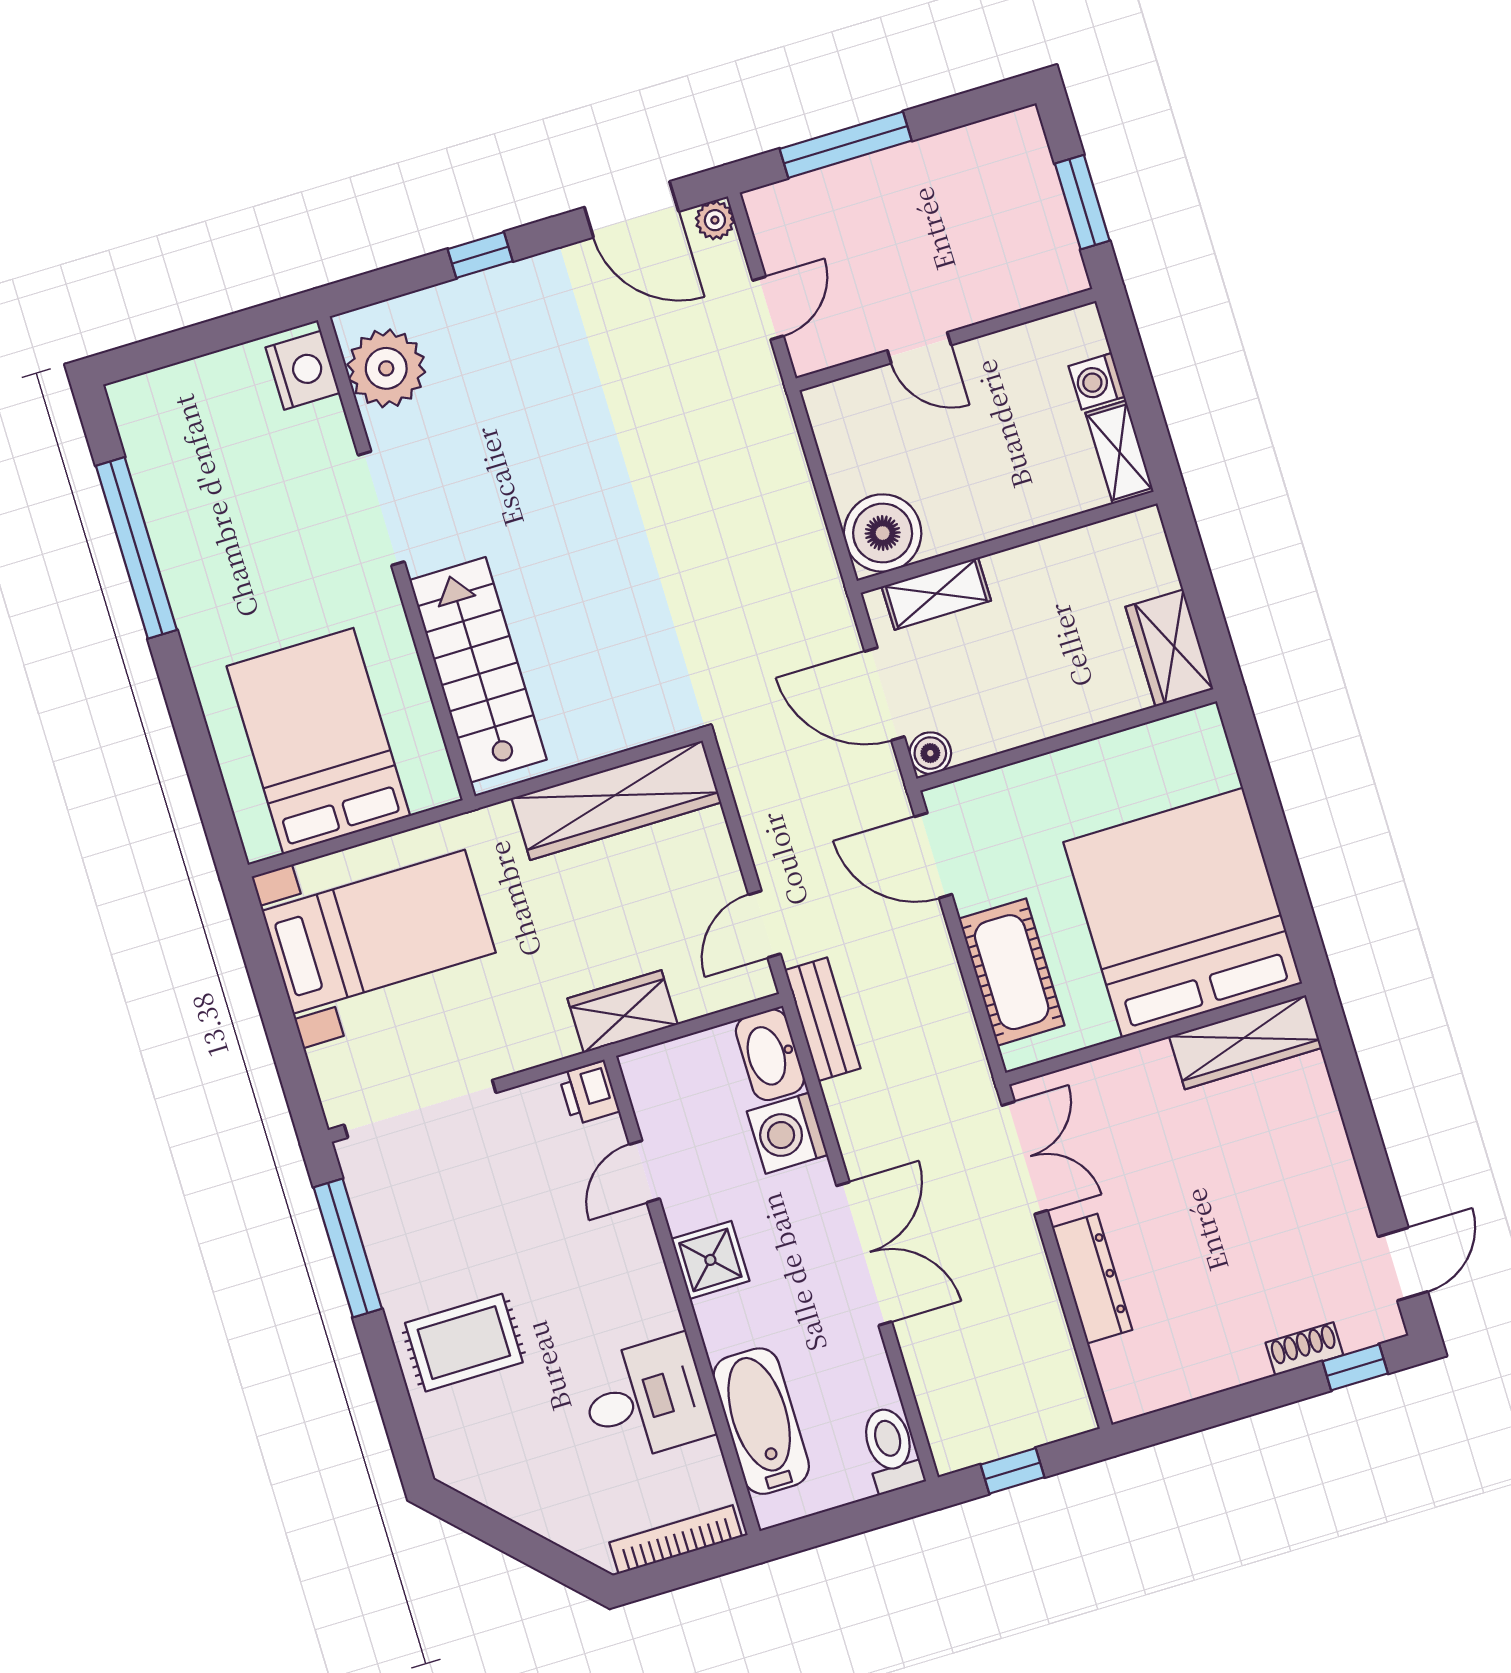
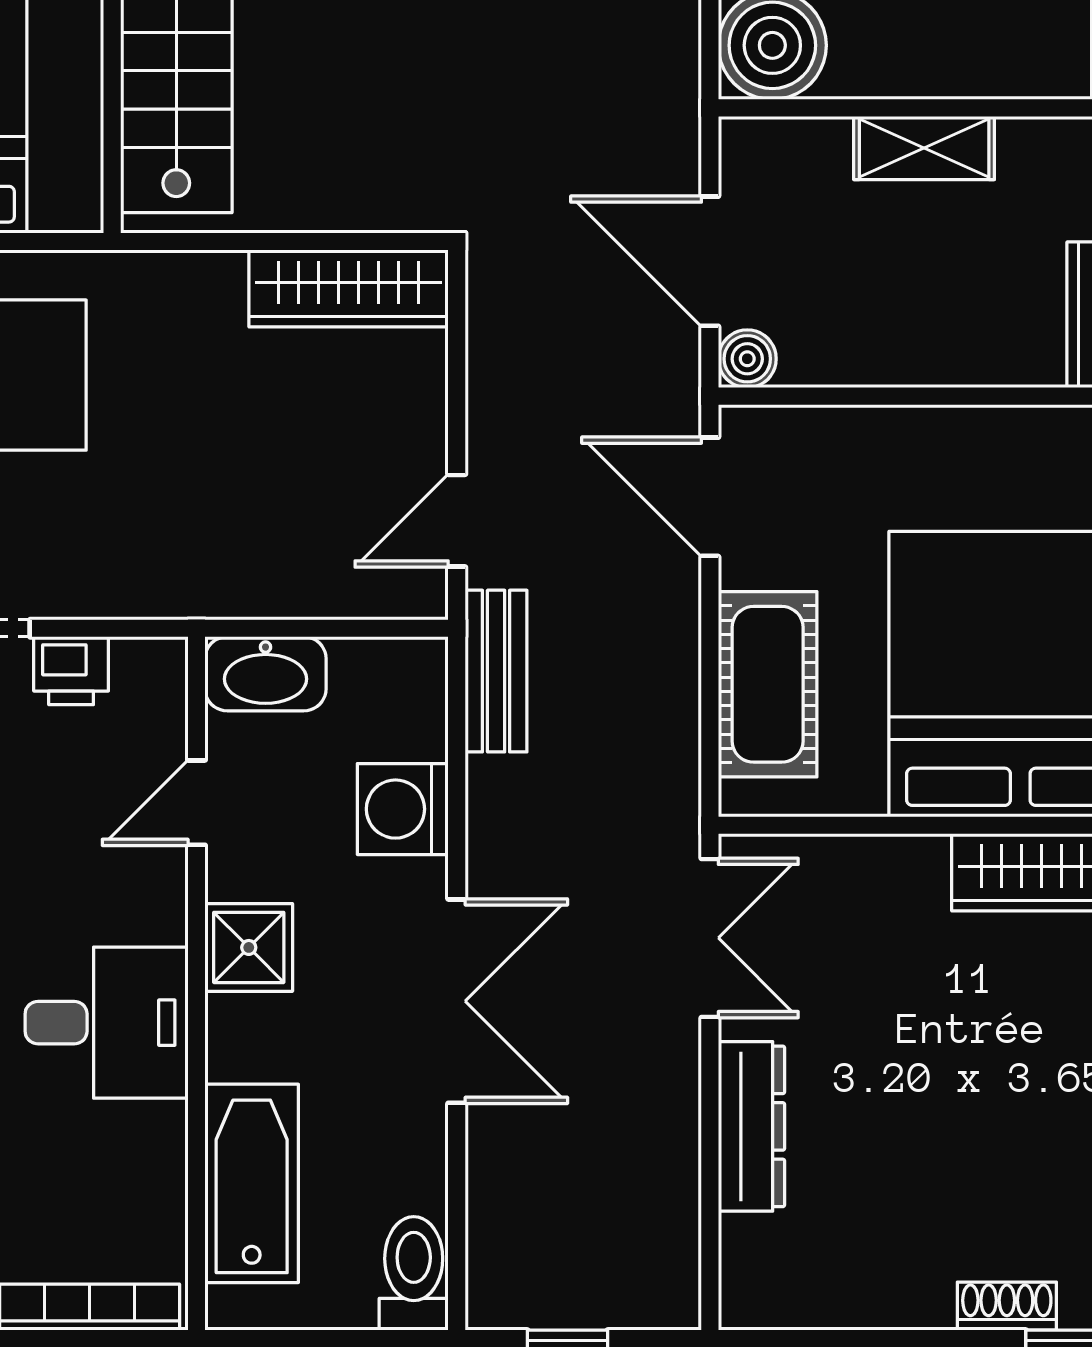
shelving: (936, 594) -> (924, 148), moved
wardrobe: (616, 800) -> (349, 288), width x0.71, depth x0.85
wardrobe: (623, 1012) -> (232, 580), removed
washbasin: (770, 1055) -> (266, 674), moved, turned -90
printer: (589, 1093) -> (71, 671), moved, turned -90
desk: (646, 1399) -> (107, 1023), moved

